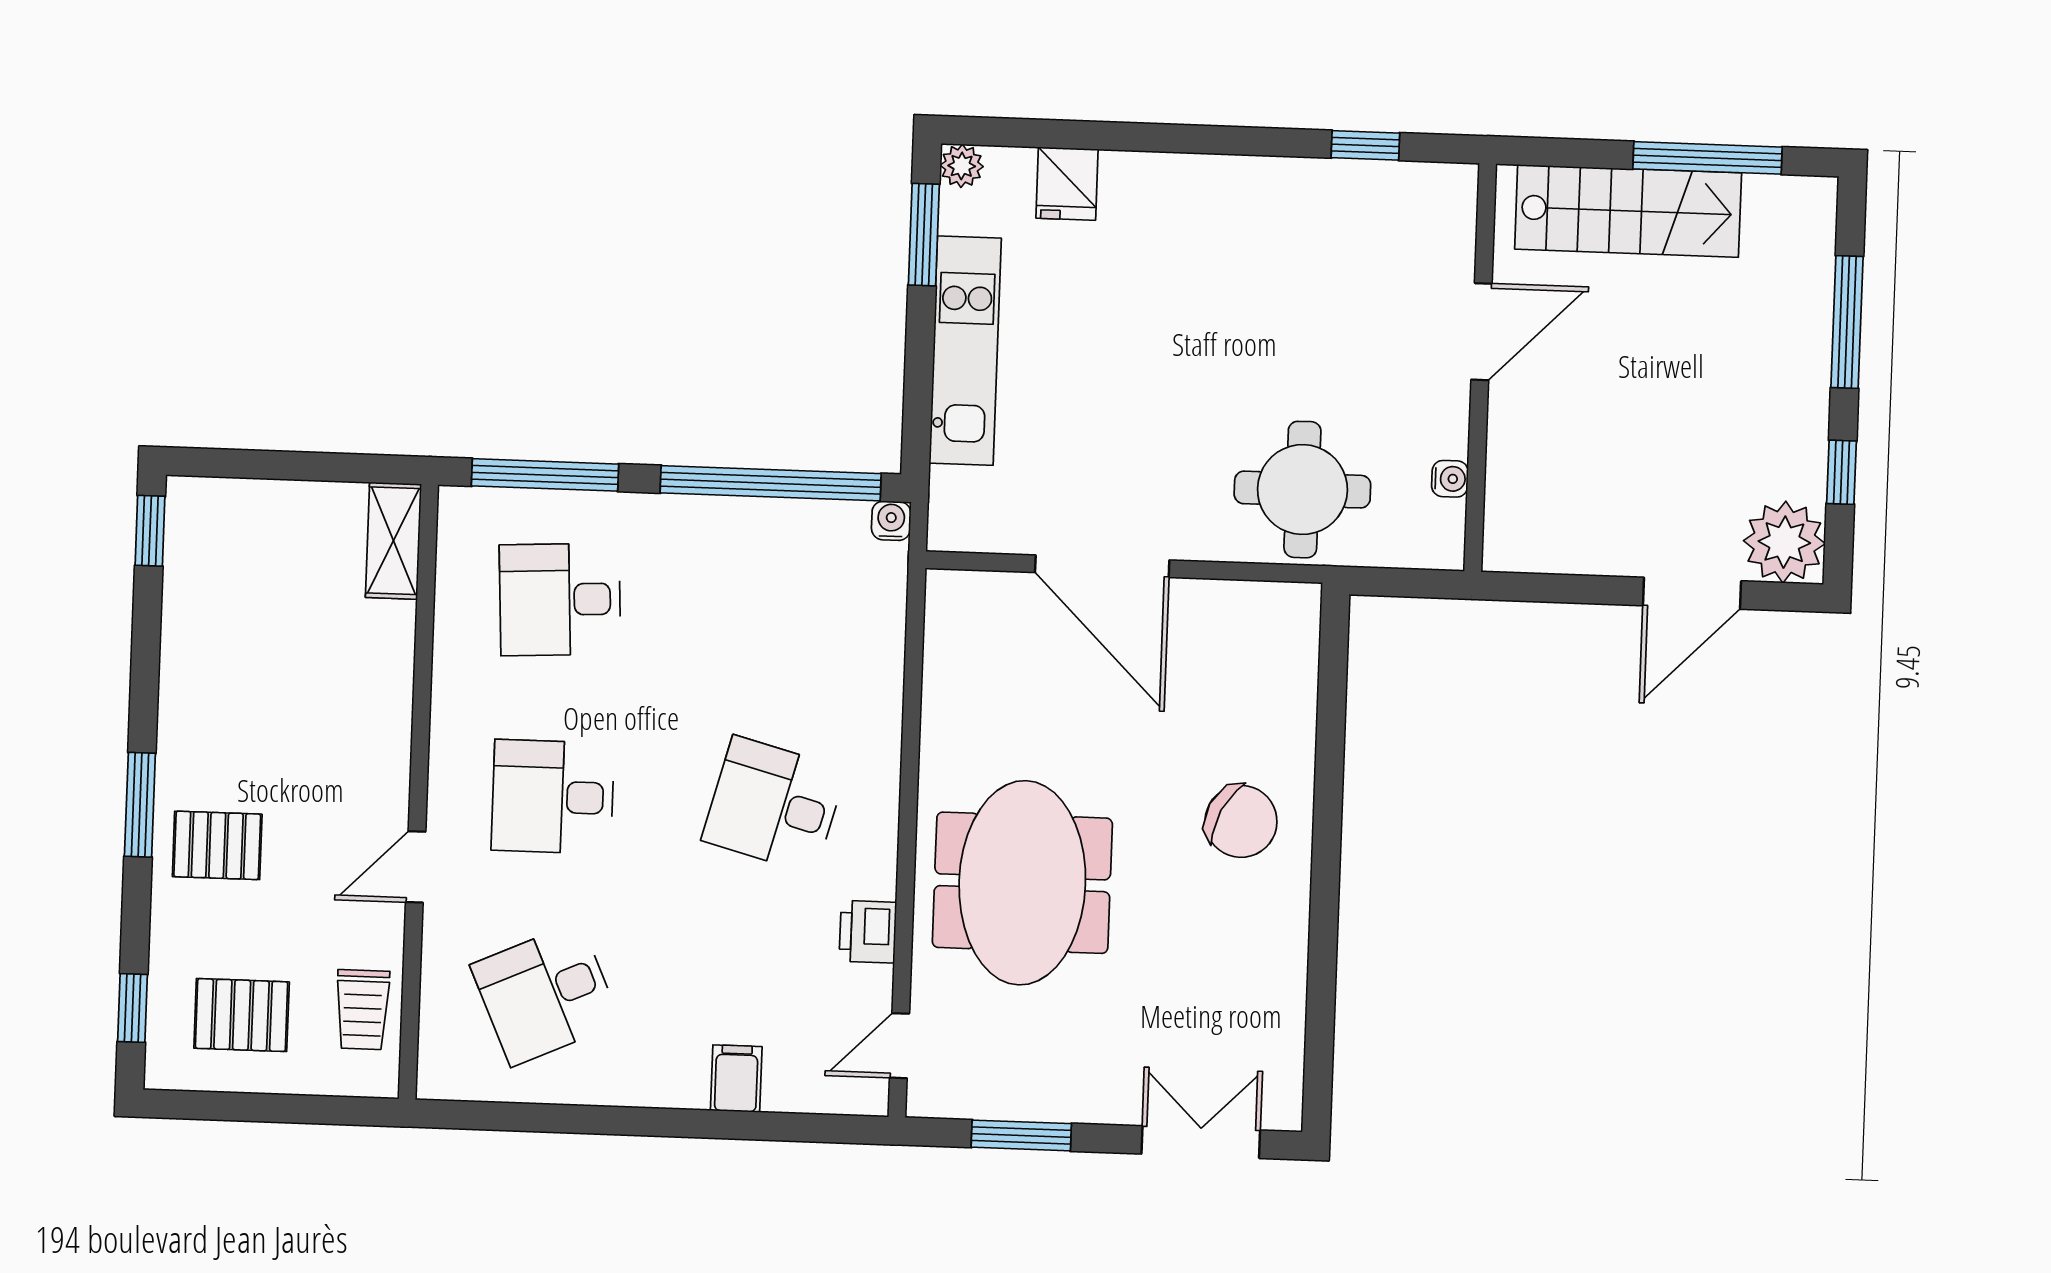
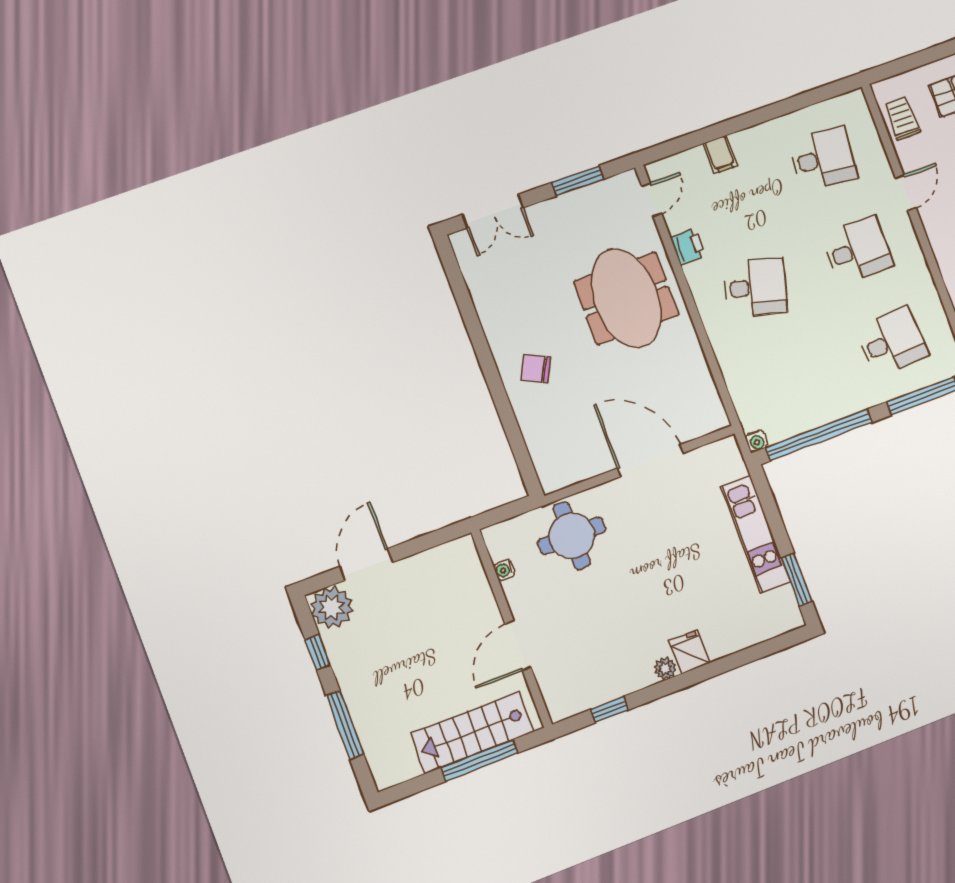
window: (1708, 158) -> (479, 760), moved
plant: (962, 166) -> (665, 669), moved
fridge: (1067, 184) -> (689, 652), moved
chair: (1241, 821) -> (536, 368), width x0.73, depth x0.73
desk: (545, 994) -> (823, 158), turned 30

